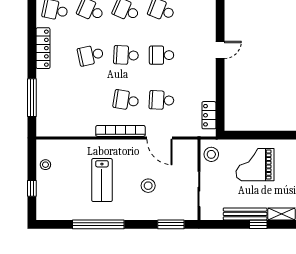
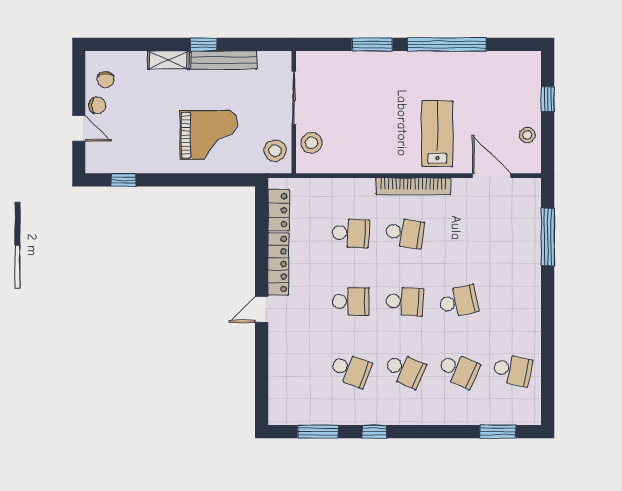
locker: (43, 48) -> (278, 264), moved, turned 180
door: (160, 138) -> (492, 176), moved
lab bench: (102, 180) -> (437, 134), moved
stool: (148, 186) -> (312, 143), moved
window: (171, 224) -> (372, 44), moved

